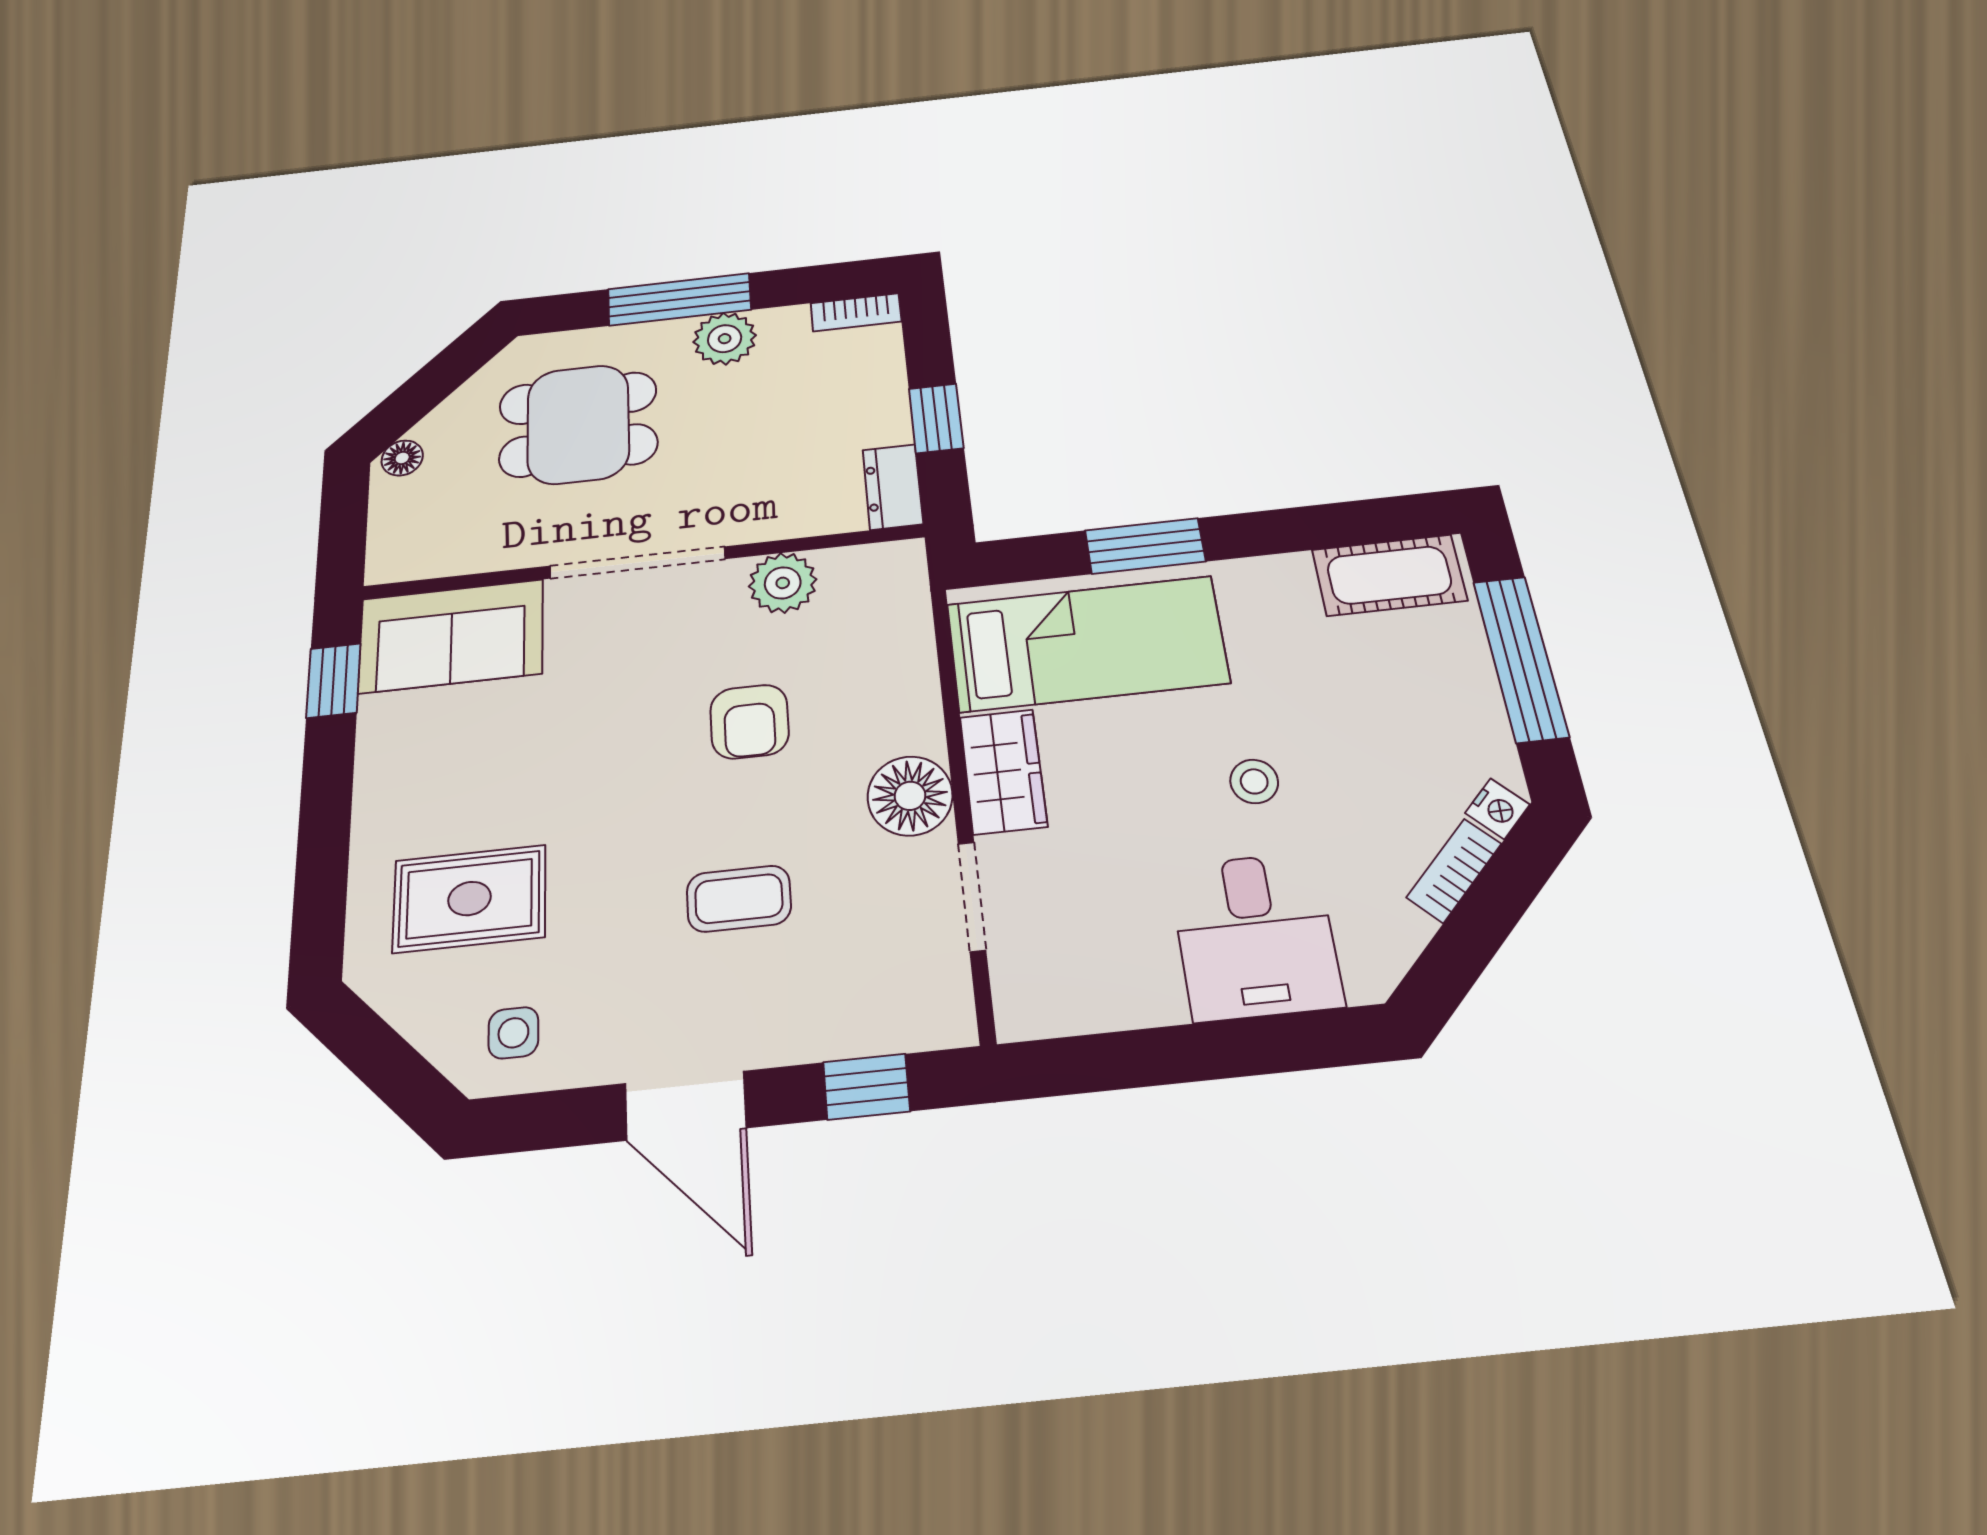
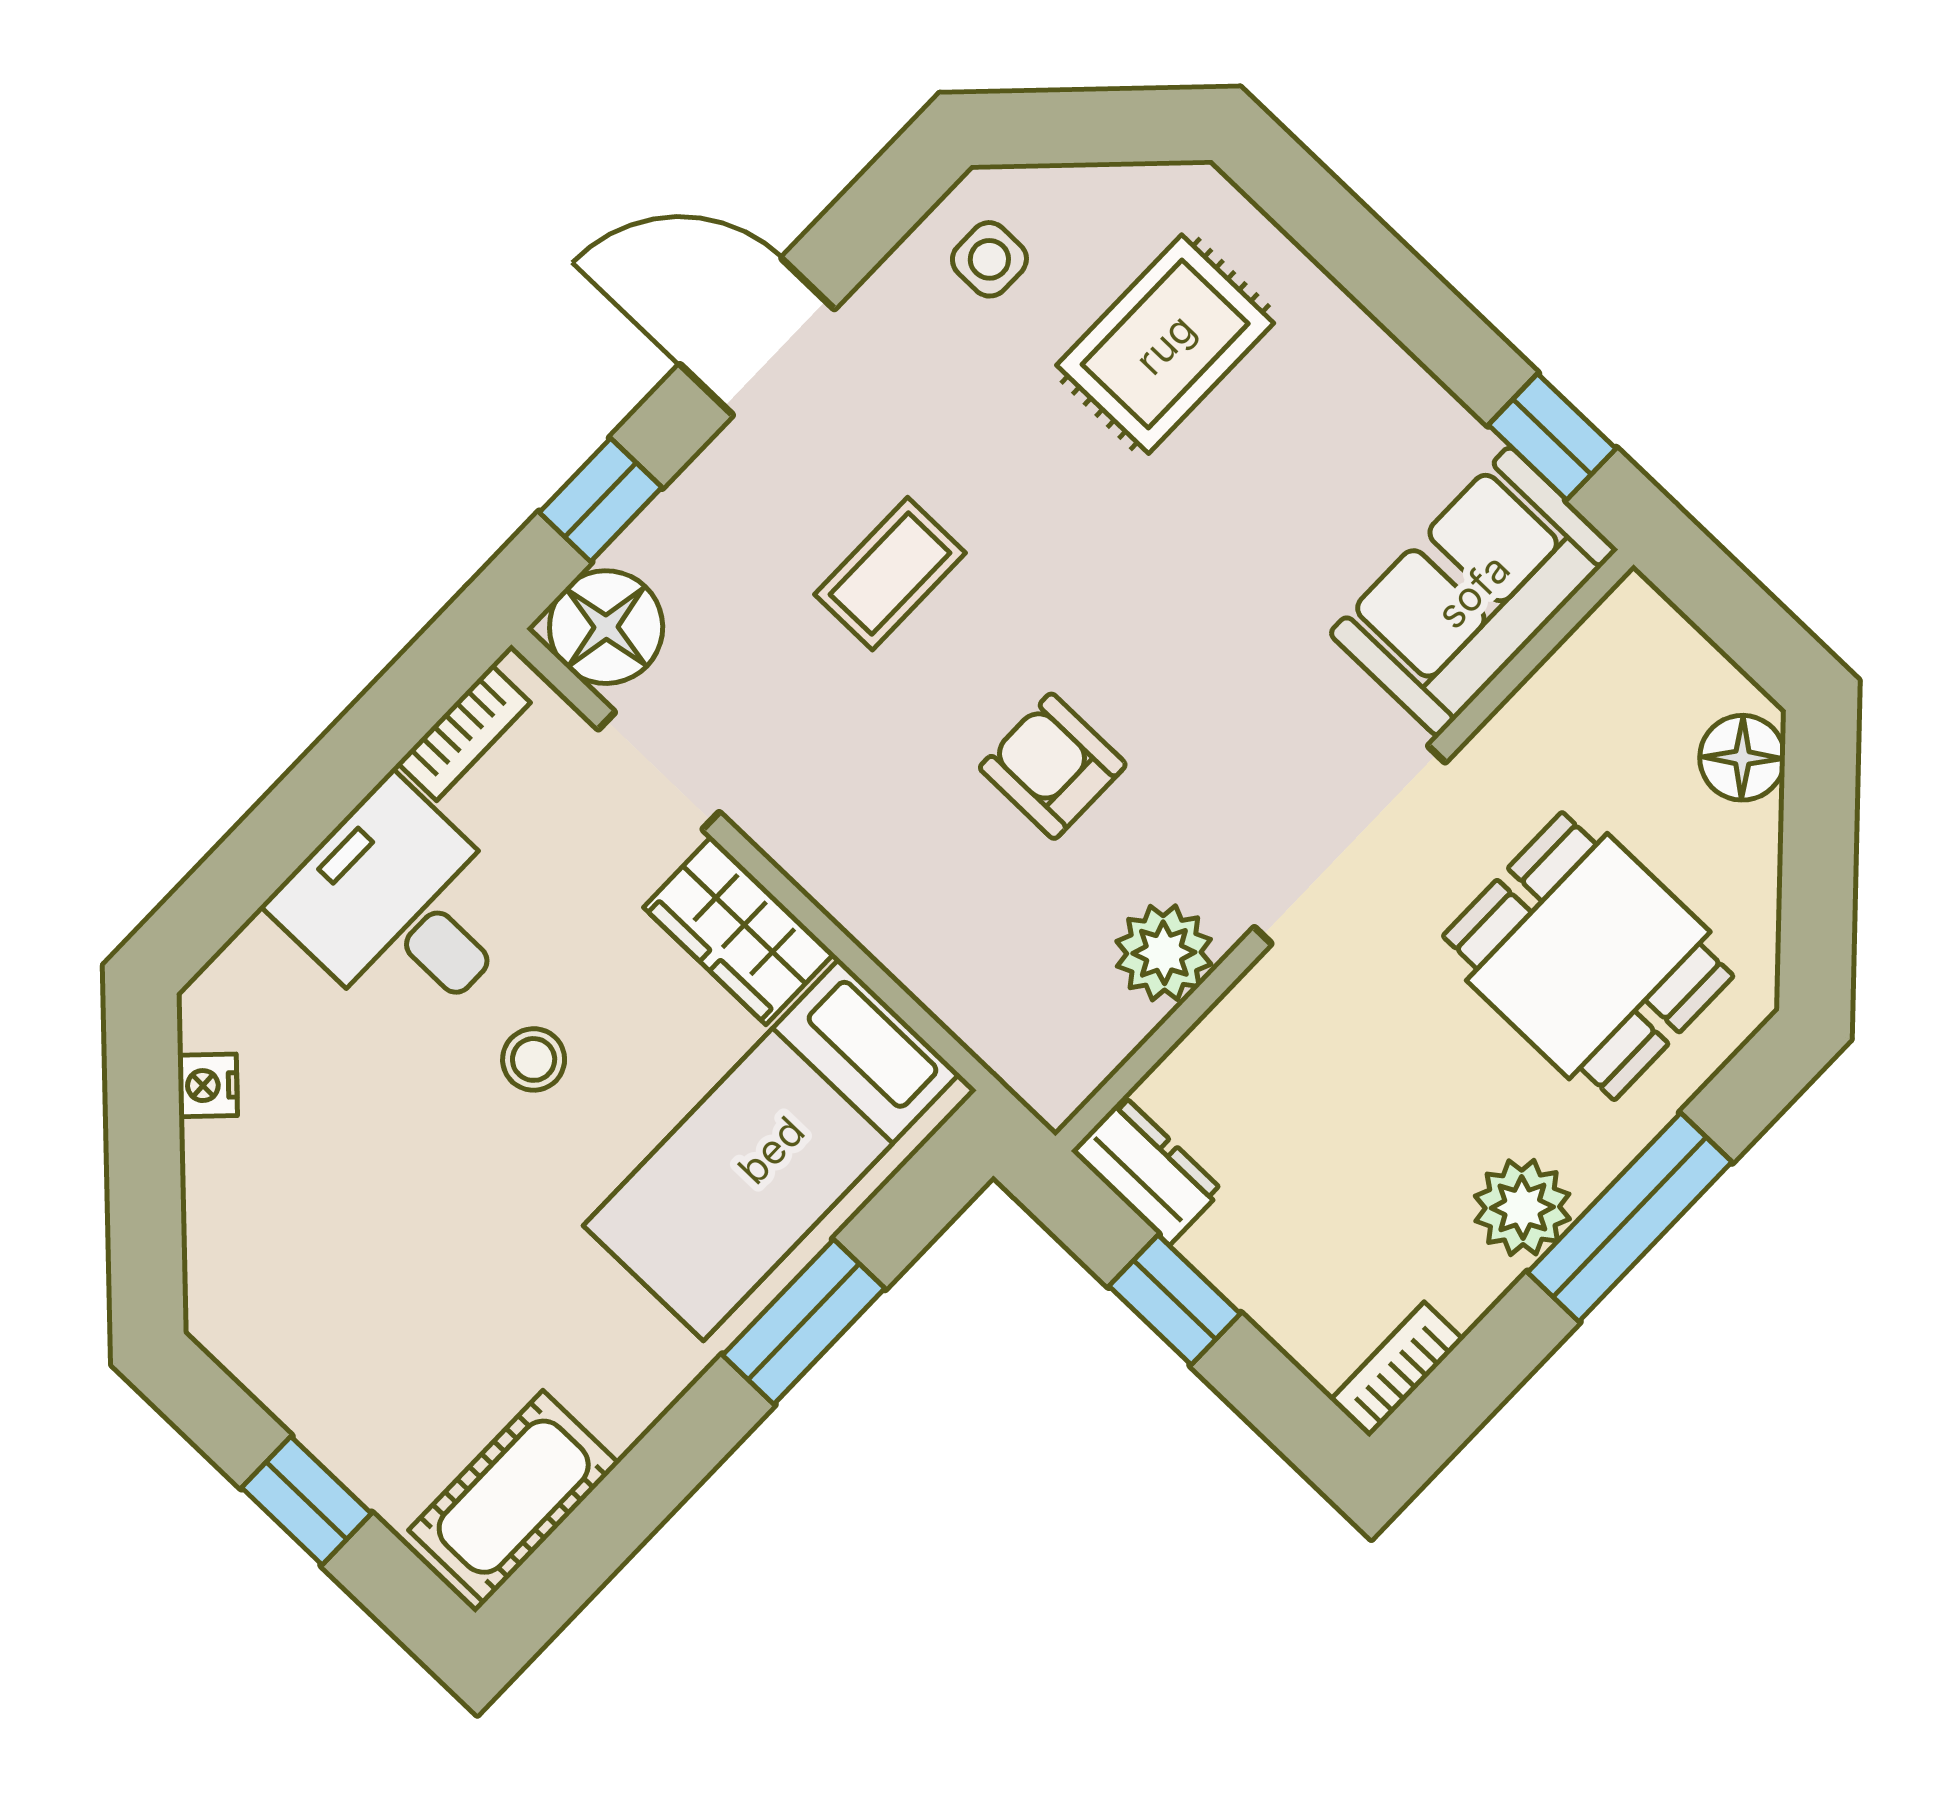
dining table: (578, 424) -> (1588, 956), turned 90
floor lamp: (402, 458) -> (1742, 758), width x1.37, depth x1.37
window: (1520, 658) -> (306, 1501), width x0.46
stool: (1254, 781) -> (534, 1059), moved
floor lamp: (910, 796) -> (606, 627), moved
nightstand: (1497, 809) -> (208, 1085), moved
bookcase: (1454, 871) -> (464, 733), moved, turned 45
desk: (1255, 936) -> (401, 908), moved

